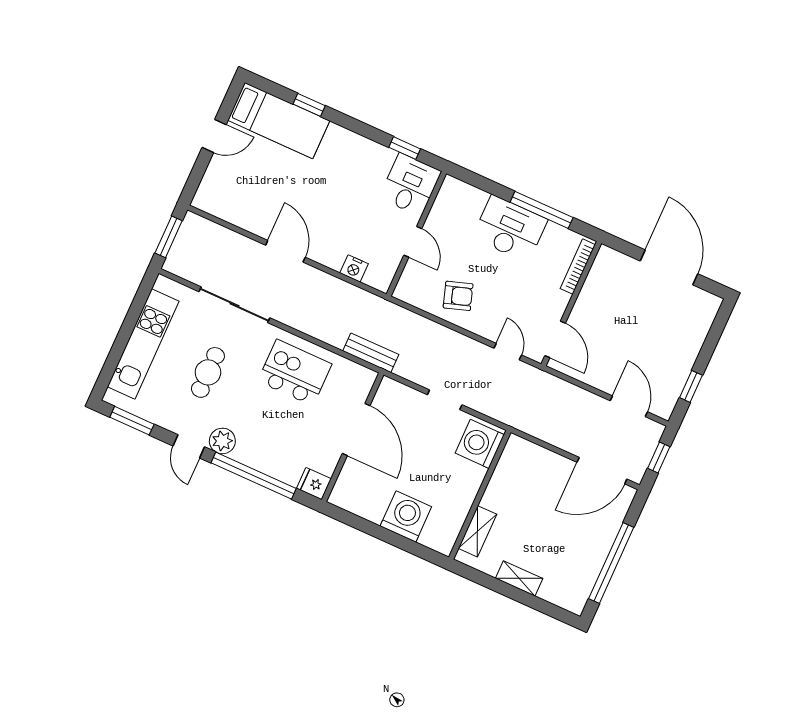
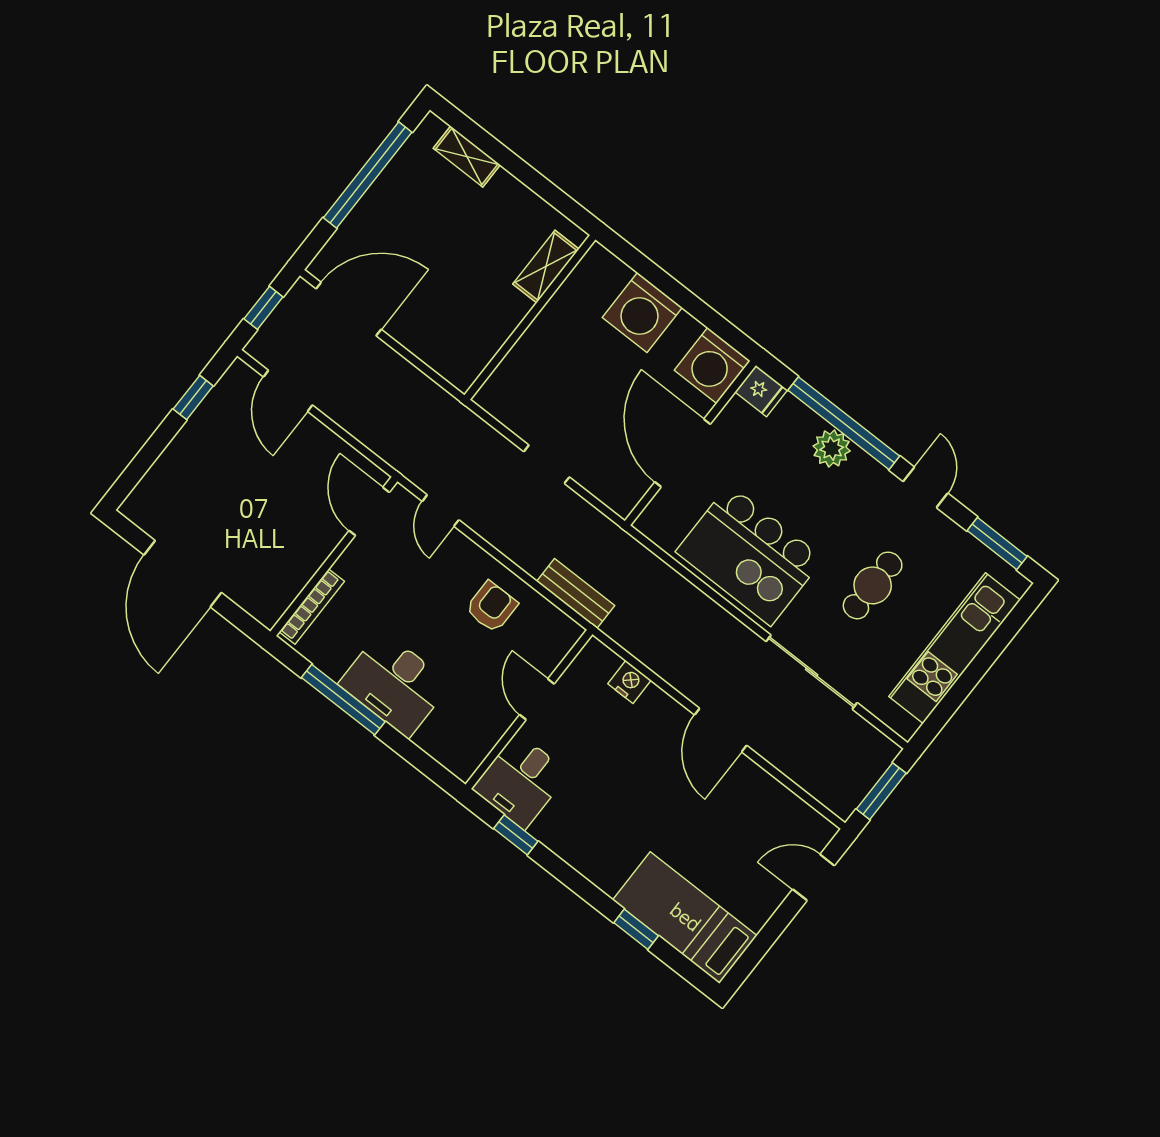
door: (214, 136) -> (814, 877), moved
armchair: (458, 296) -> (492, 607), turned 108
bench: (371, 353) -> (576, 593), moved
kitchen island: (295, 373) -> (750, 555), width x1.37, depth x1.28
plant: (222, 441) -> (832, 448), moved
washing machine: (480, 444) -> (712, 366), moved, turned 90
shelving: (519, 578) -> (467, 157), moved

